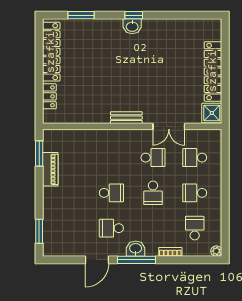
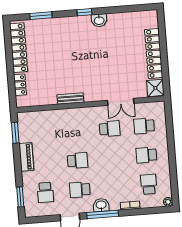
washbasin: (132, 26) -> (99, 20), moved
bench: (126, 118) -> (70, 98), moved
piano: (50, 169) -> (26, 157), moved
school desk: (153, 193) -> (45, 192), moved

